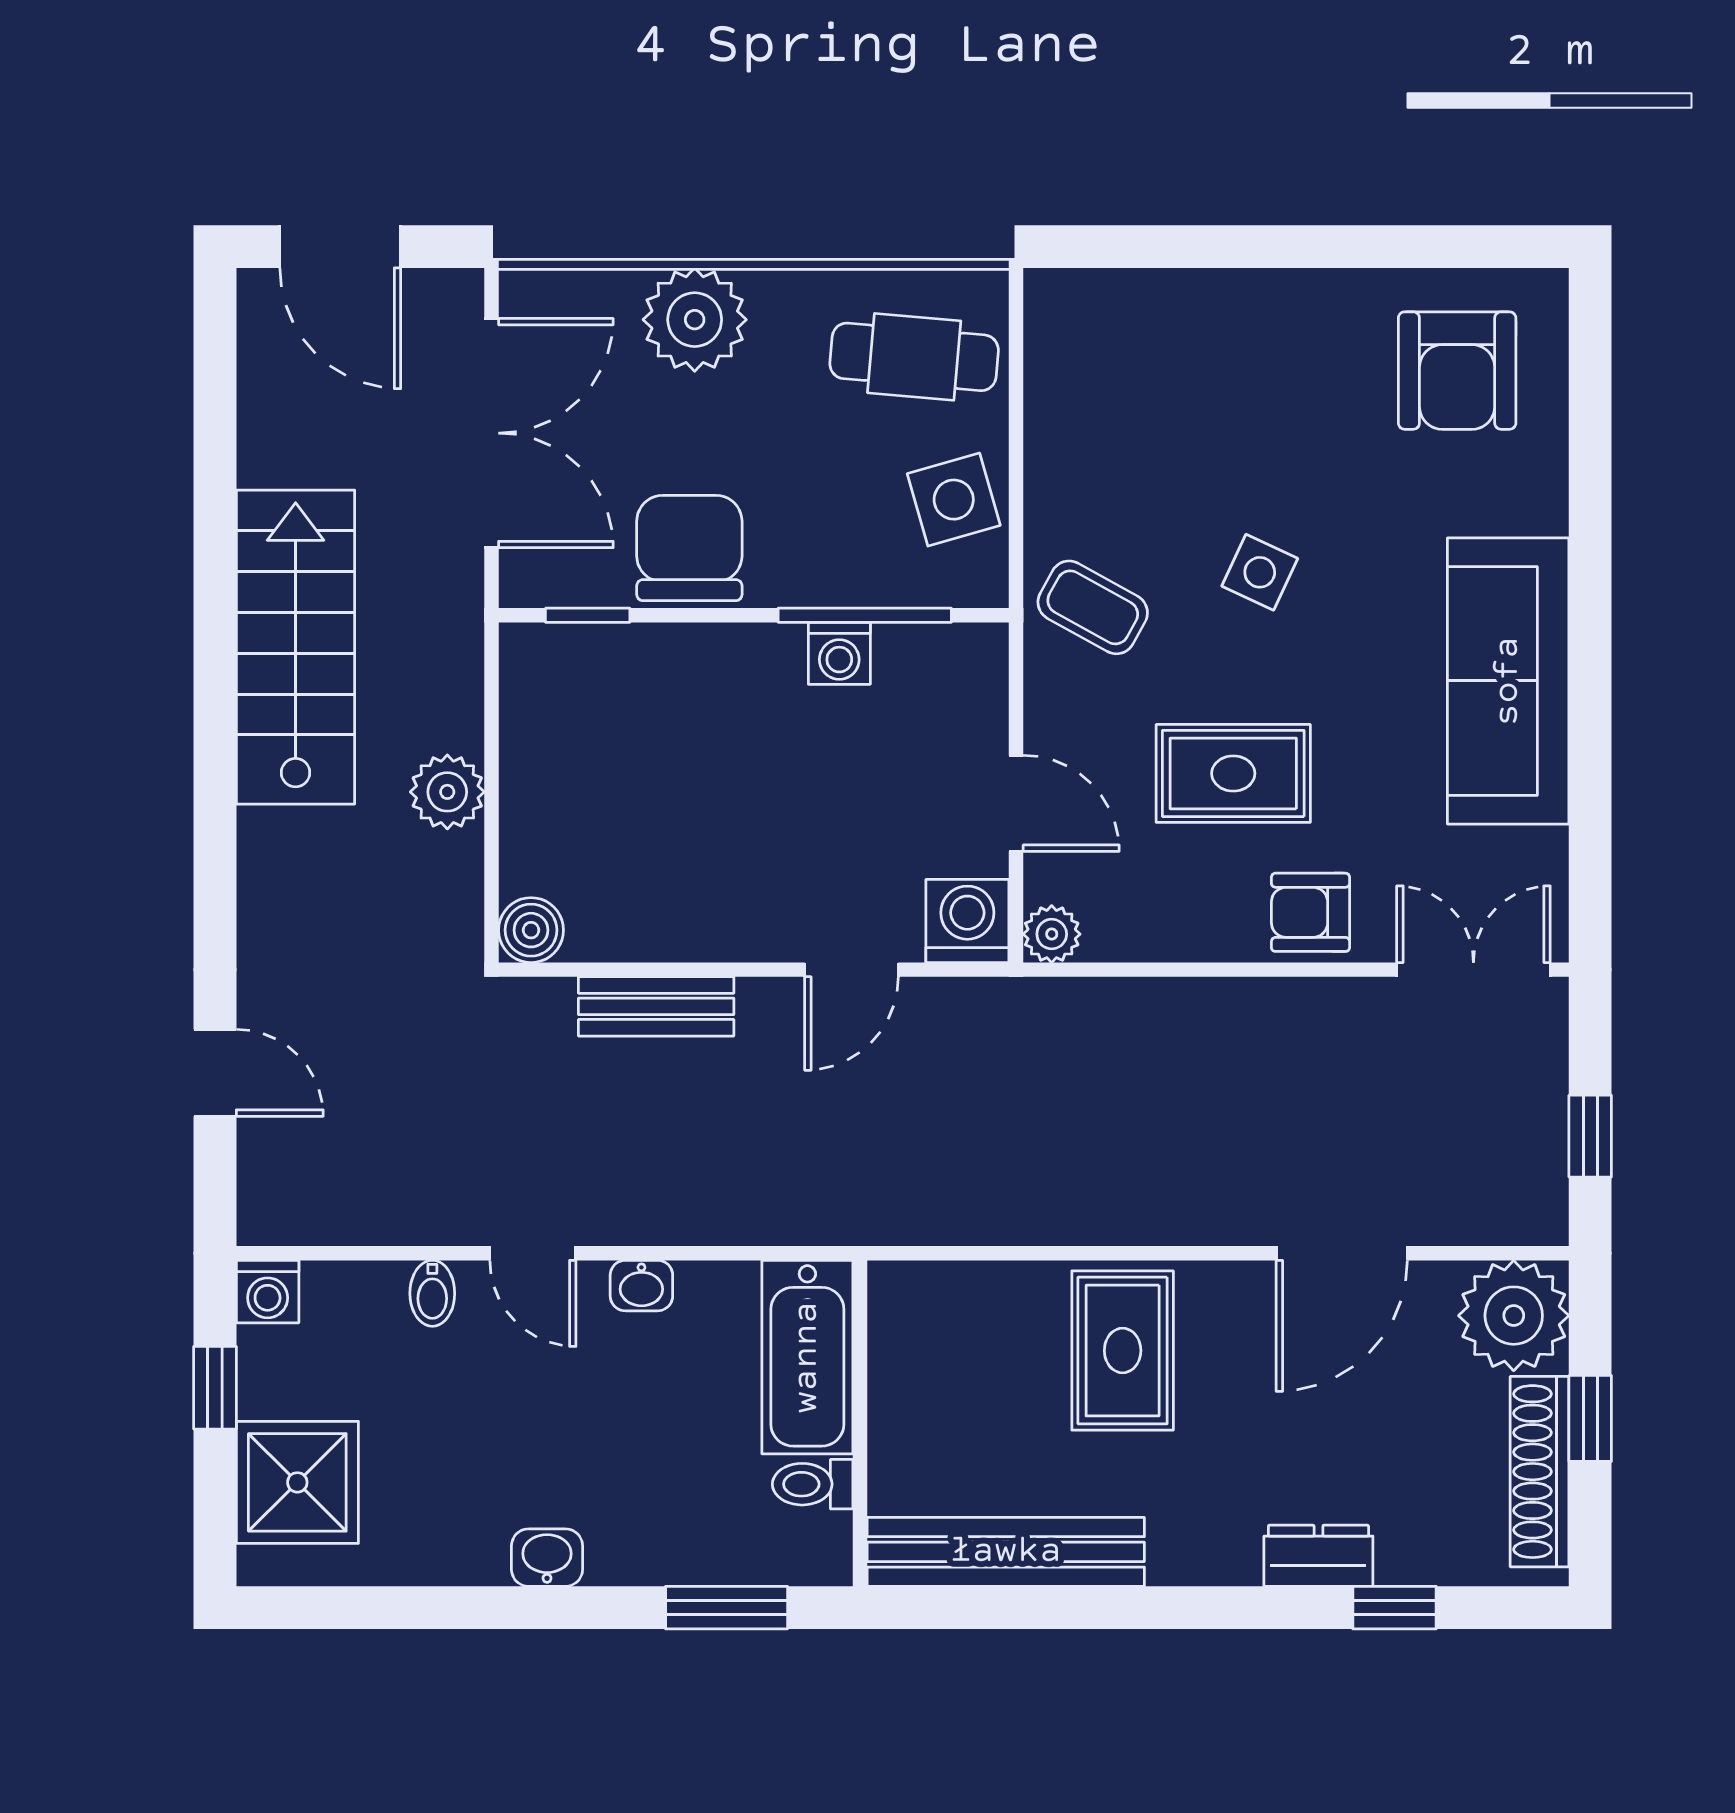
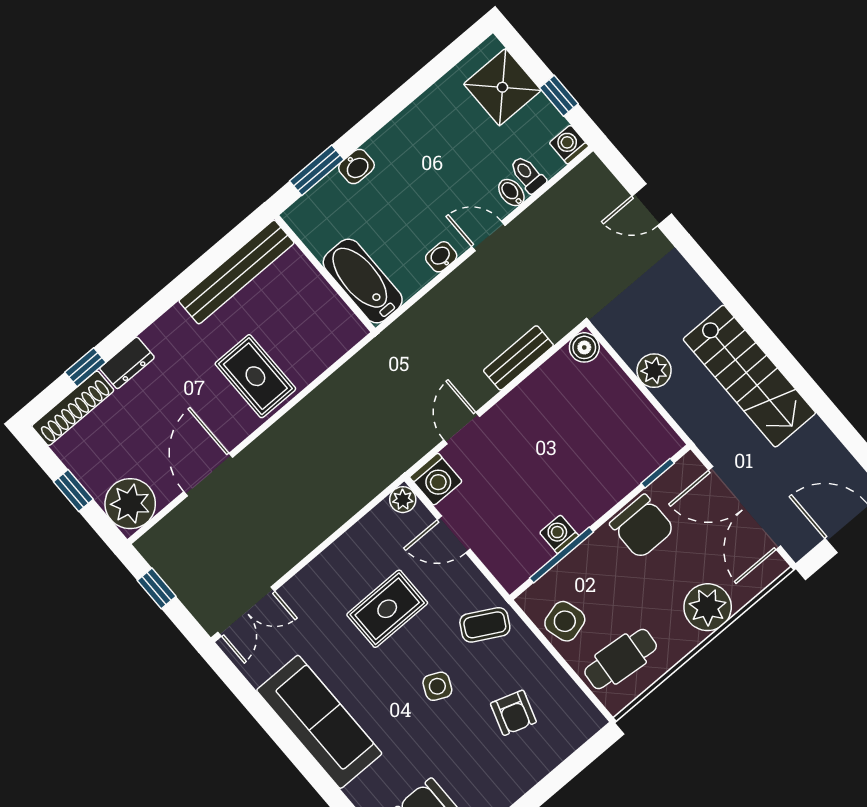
armchair: (1310, 912) -> (513, 713), moved, turned 108
shoe rack: (1540, 1472) -> (73, 408), moved, turned 90
toilet: (813, 1484) -> (528, 174), moved, turned -90
washbasin: (547, 1558) -> (356, 166), moved

